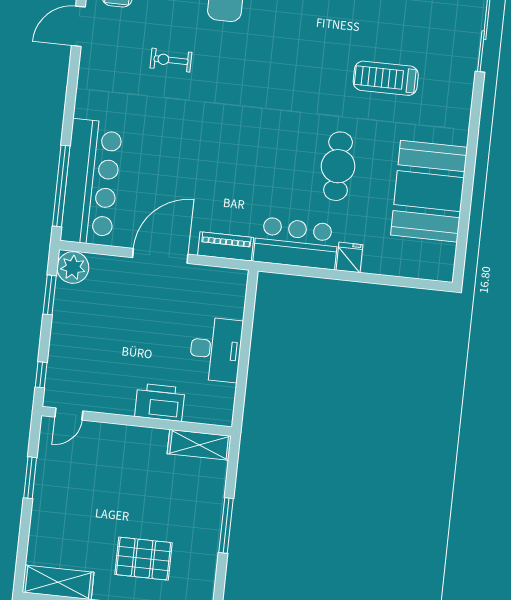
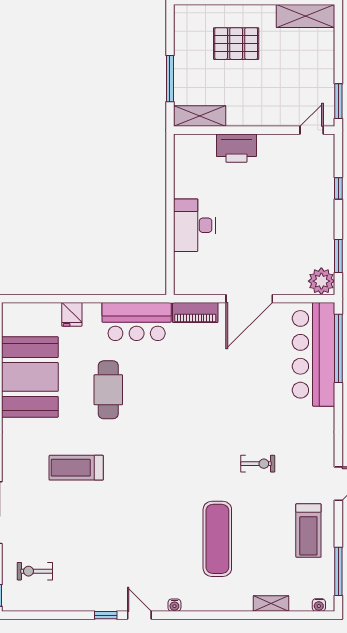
treadmill: (386, 78) -> (76, 468), turned 180
fridge: (349, 257) -> (72, 314), moved
printer: (160, 402) -> (236, 148), moved
door: (69, 414) -> (312, 130), moved
wall: (137, 421) -> (254, 130), moved
shelving: (199, 445) -> (200, 116), moved

